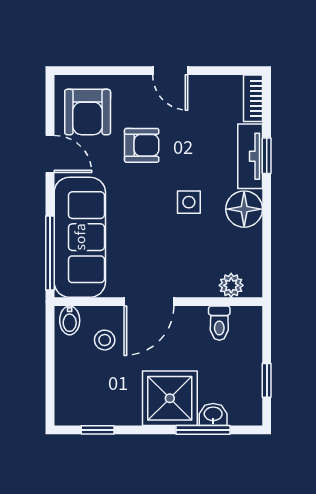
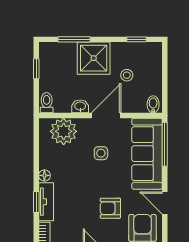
side table: (189, 202) -> (101, 153), moved
floor lamp: (244, 209) -> (44, 175), width x0.53, depth x0.53
plant: (231, 285) -> (64, 131), width x1.88, depth x1.88
toilet: (219, 323) -> (47, 103), moved
stool: (105, 340) -> (127, 75), moved
washbasin: (213, 415) -> (80, 106), moved, turned 180

